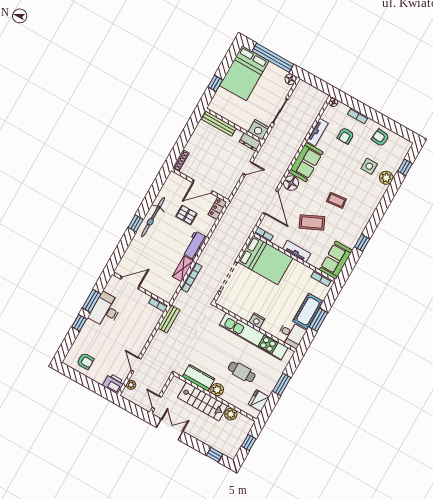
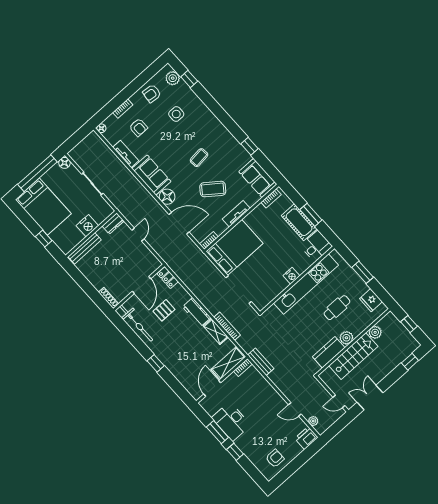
nightstand: (259, 130) -> (87, 226), moved
plant: (386, 178) -> (173, 78), moved
bicycle: (153, 217) -> (136, 323), moved
coffee table: (312, 222) -> (213, 189), turned 62
shelving: (158, 290) -> (228, 363), added

